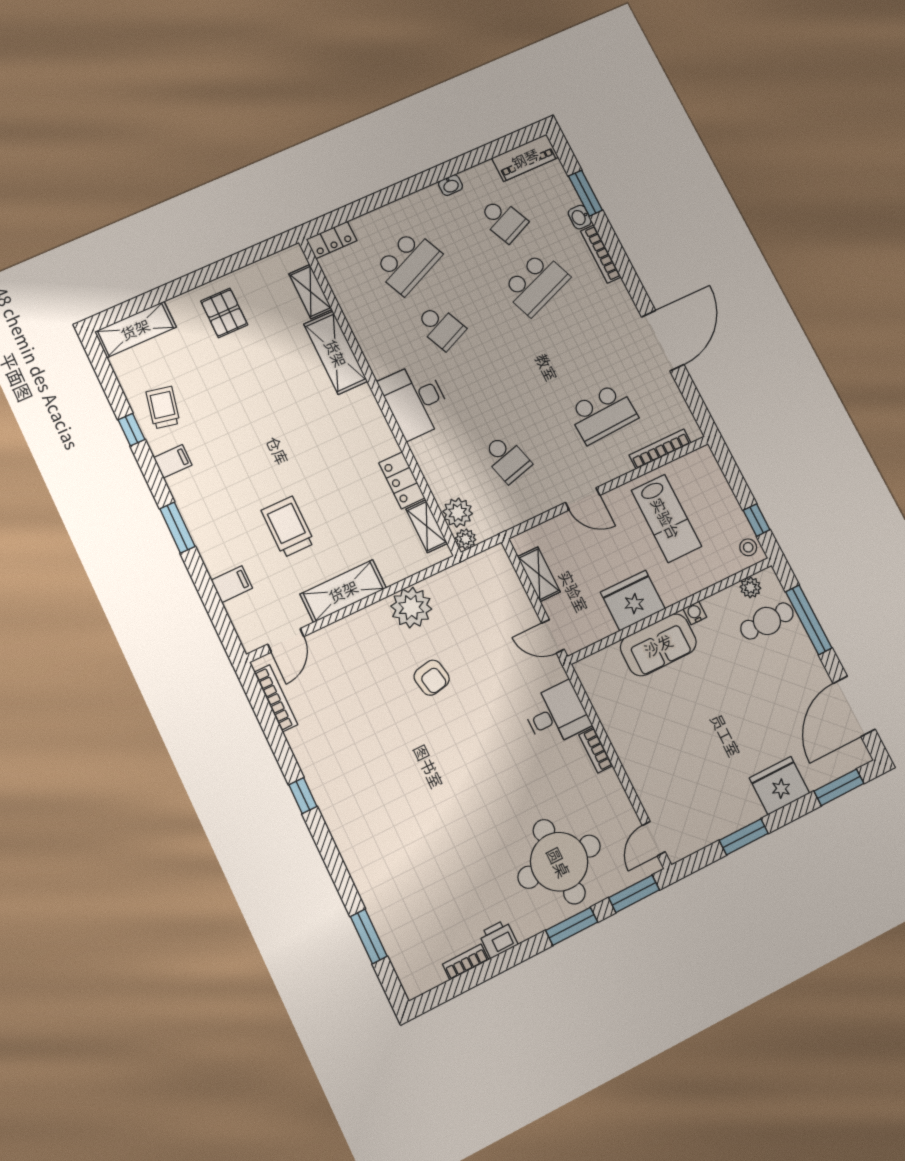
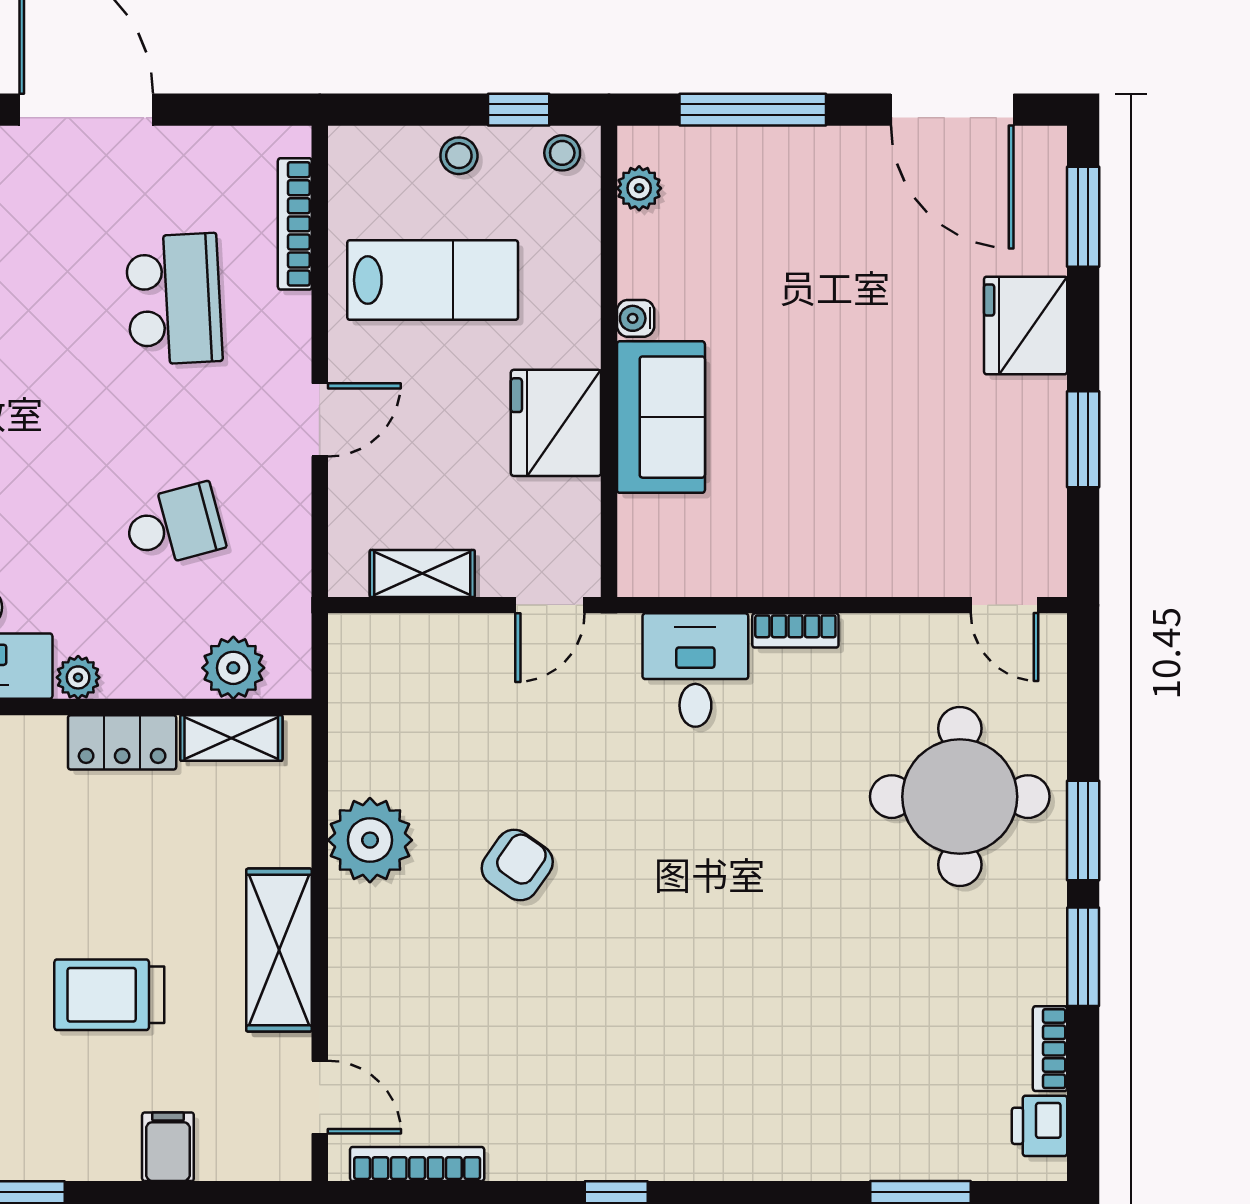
stool: (724, 504) -> (459, 156), added
plant: (466, 539) -> (78, 677), moved
cafe table: (767, 621) -> (716, 190), removed
armchair: (432, 678) -> (517, 865), turned -44
window: (634, 894) -> (1083, 957), moved
printer: (498, 939) -> (1039, 1126), moved

